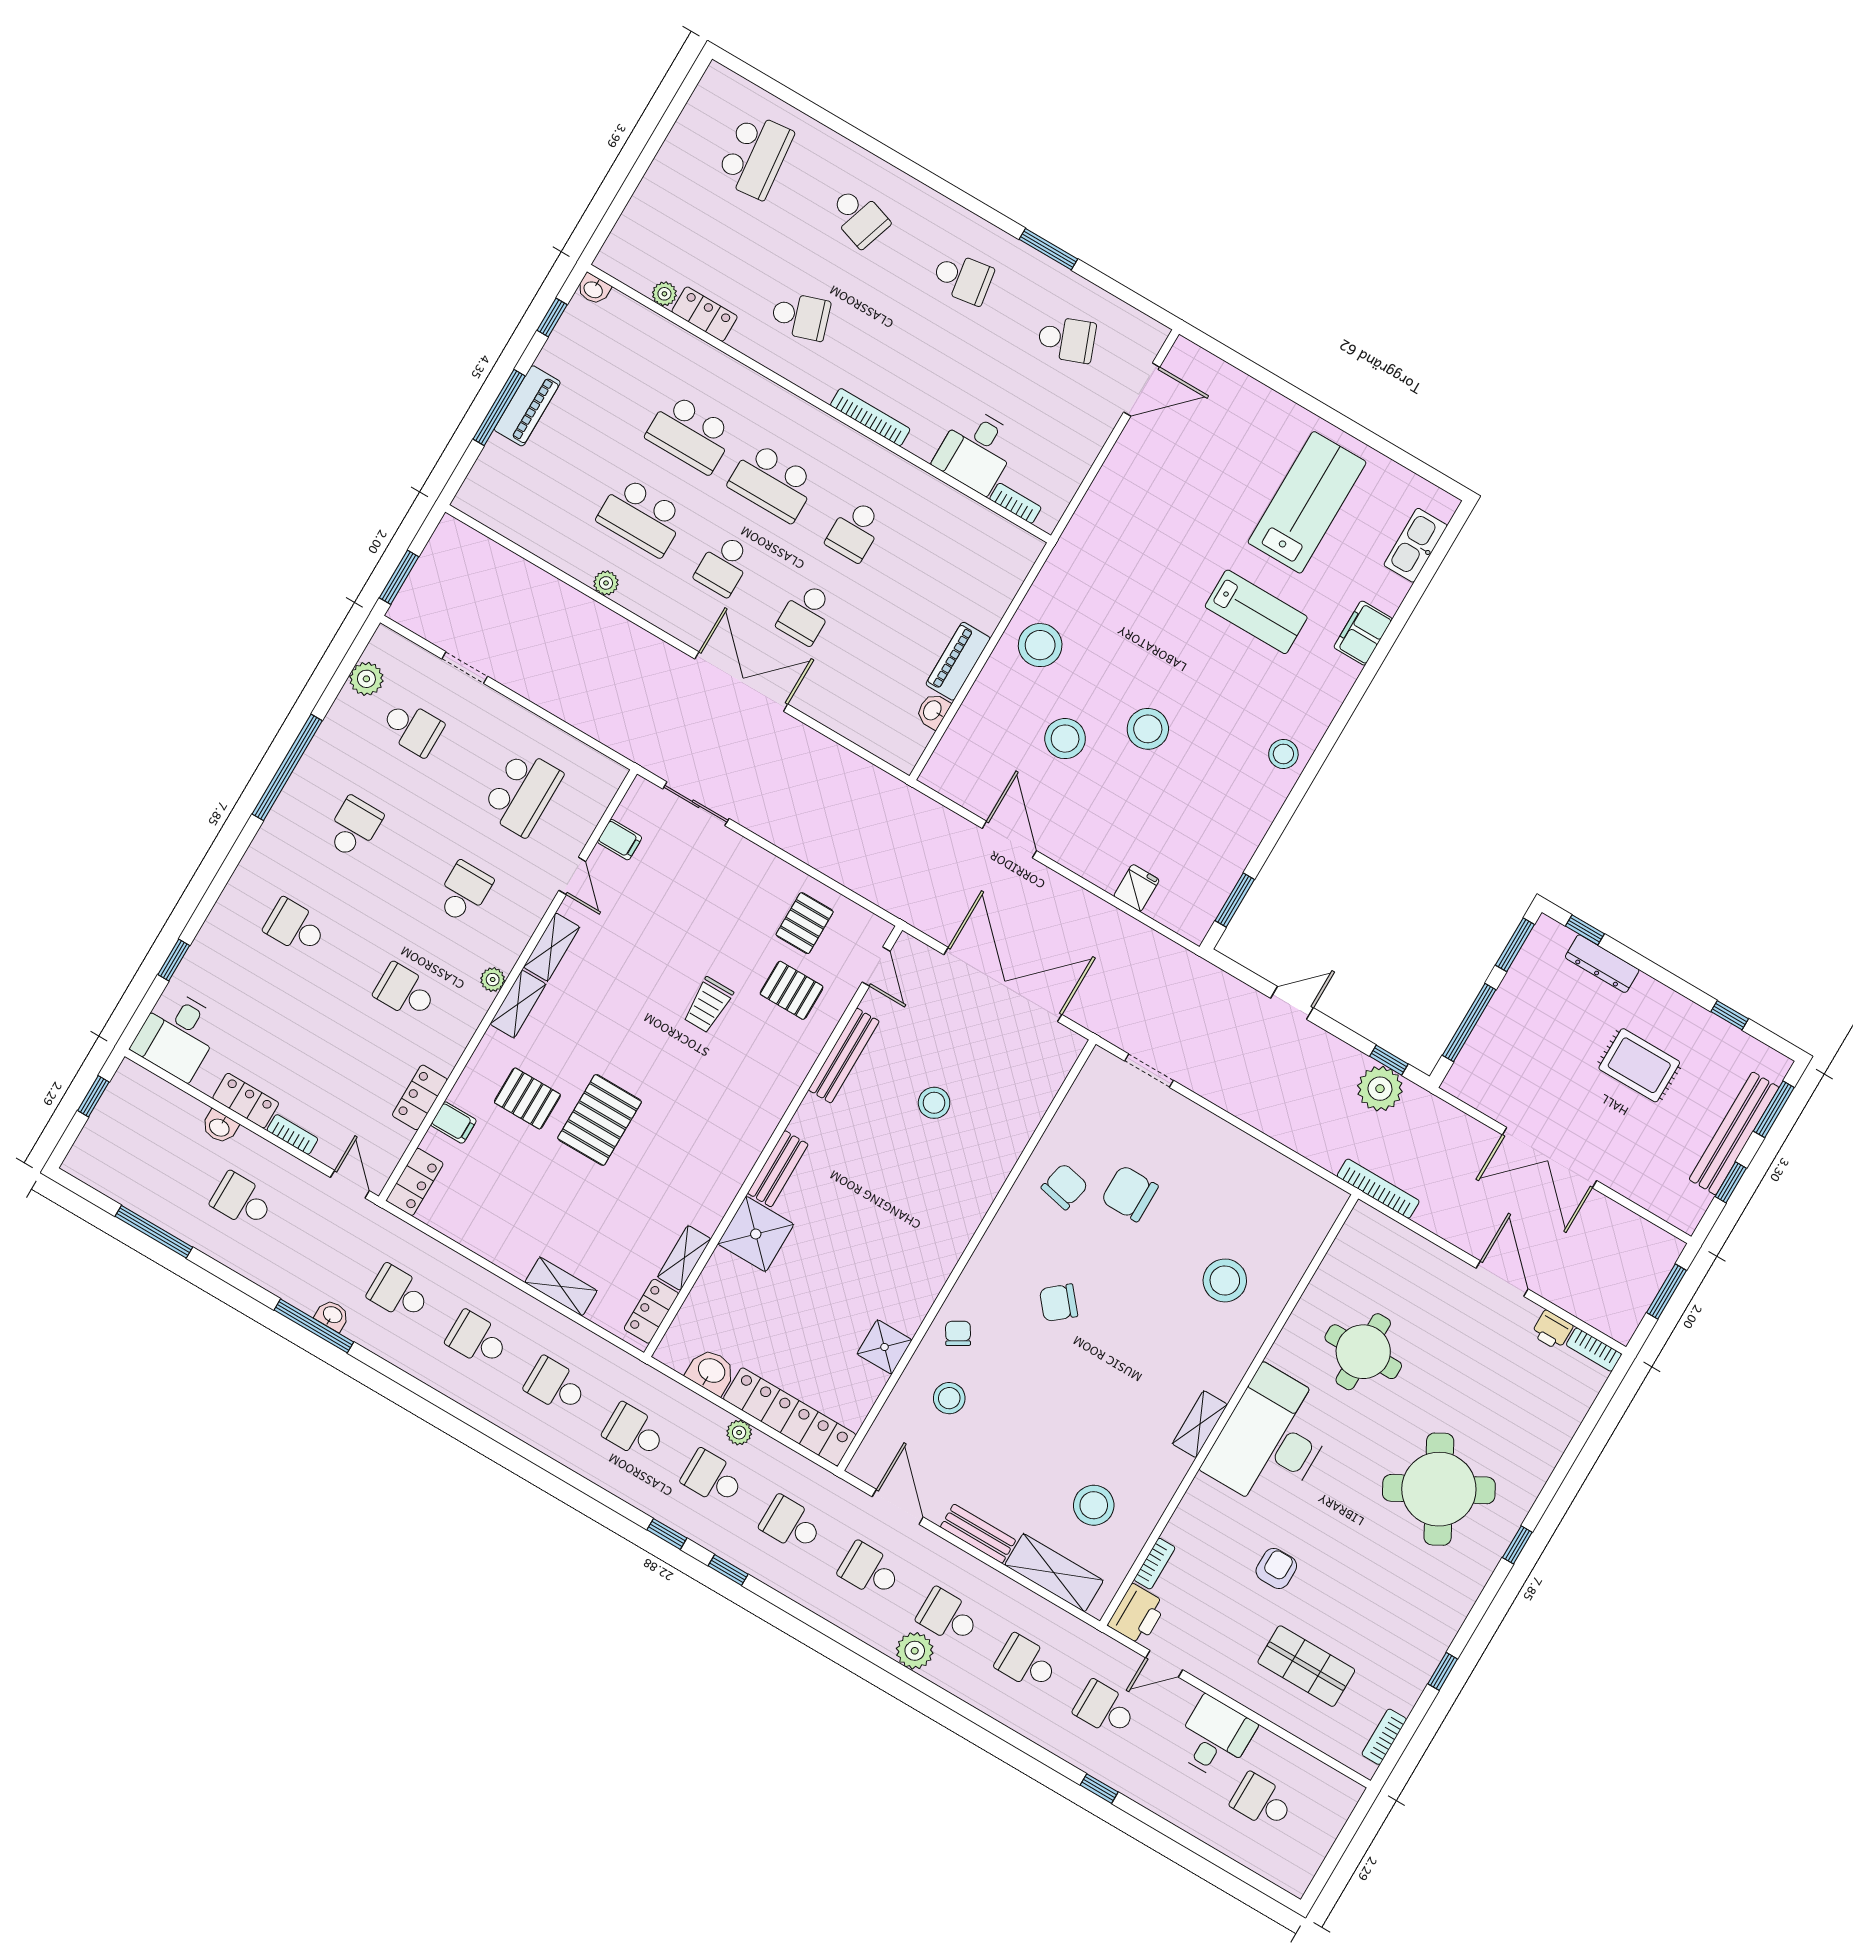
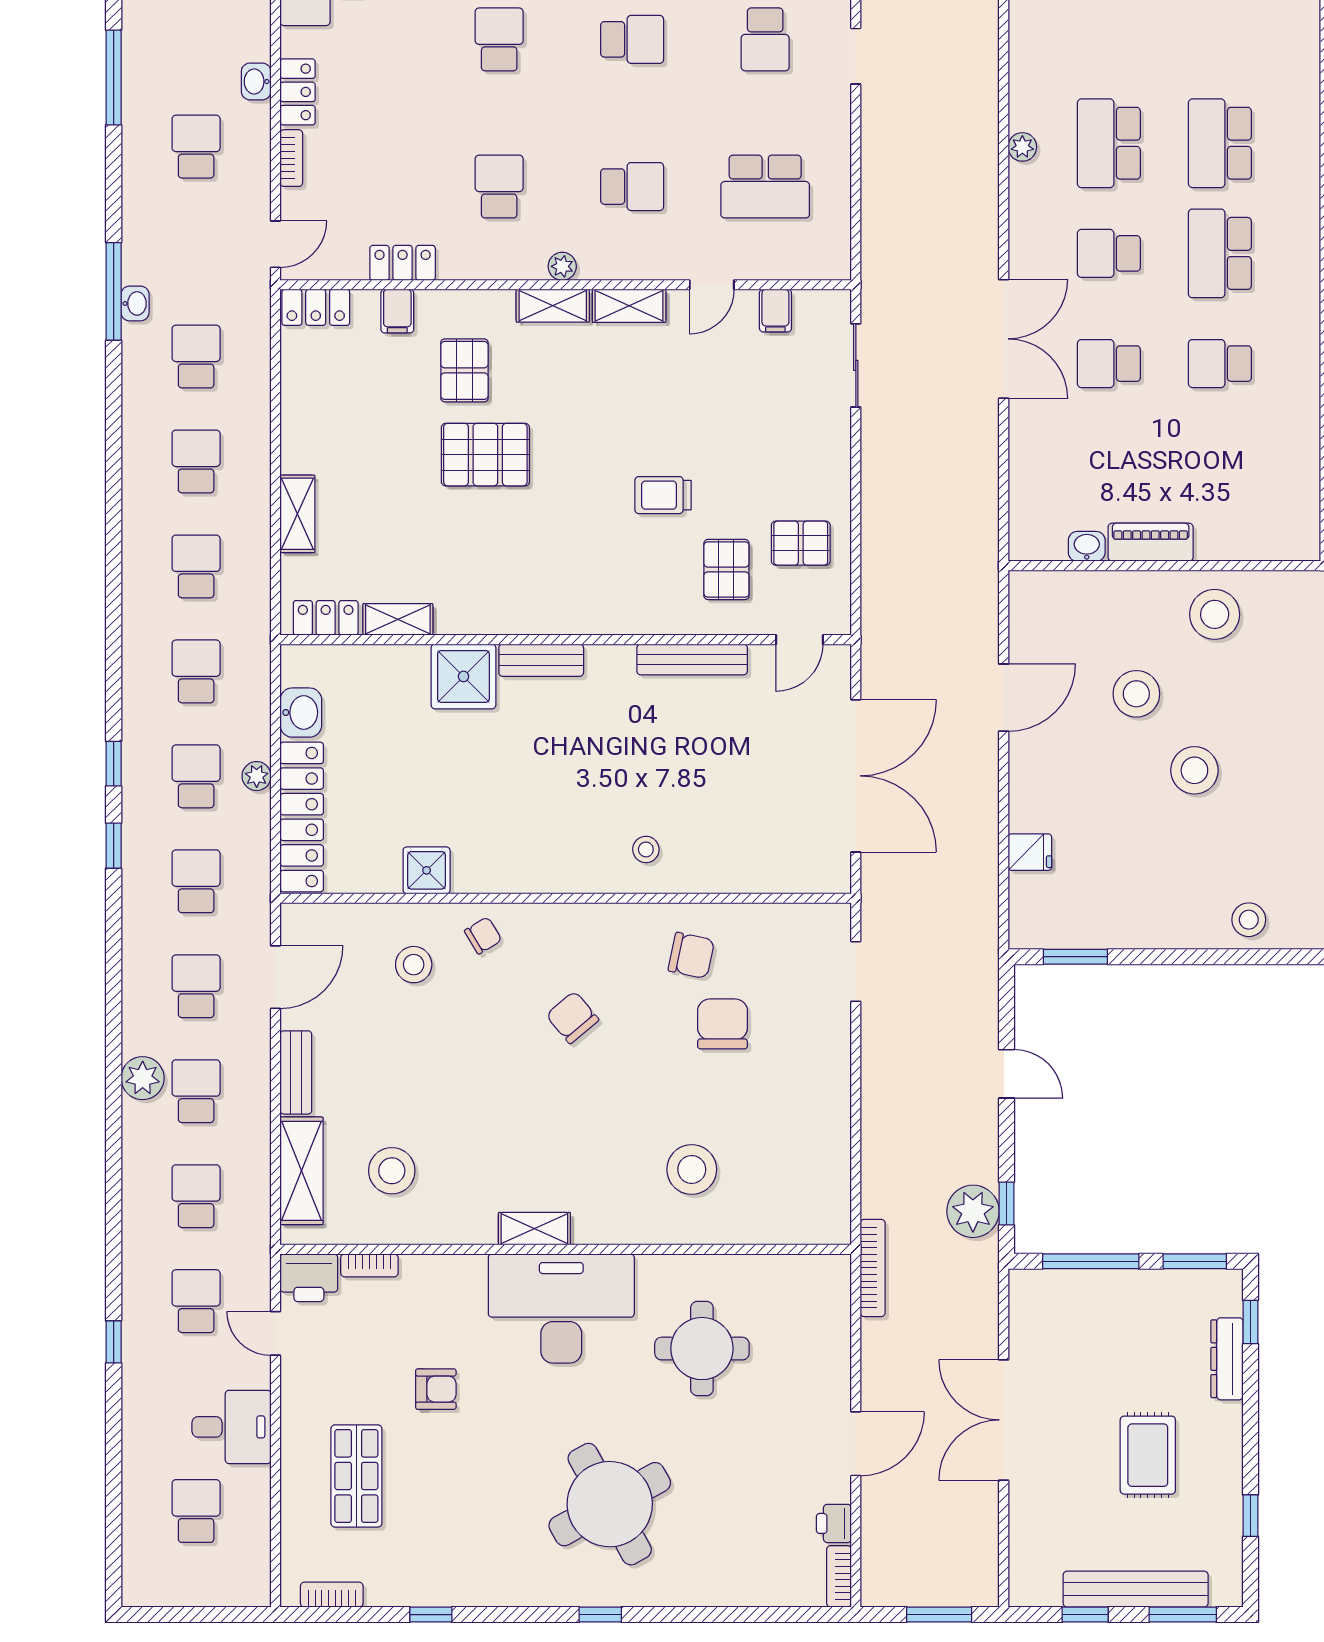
stool: (934, 1103) -> (646, 849), moved, width x0.73, depth x0.73

